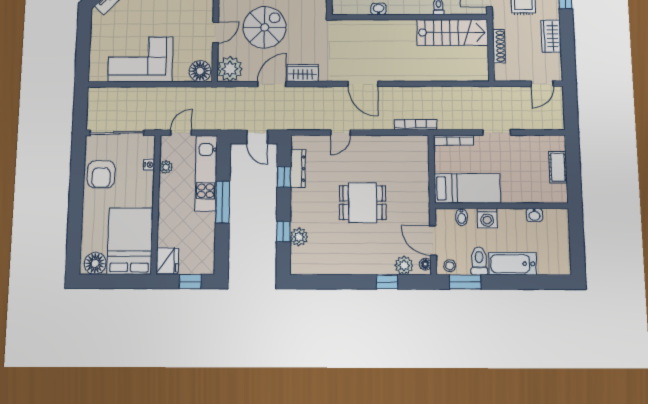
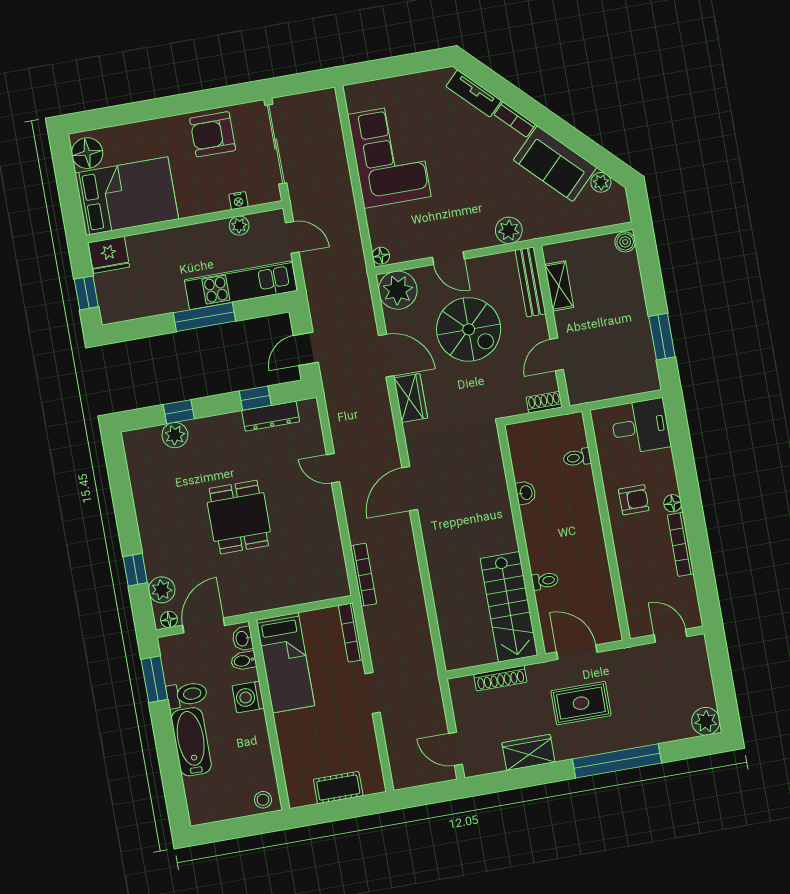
floor lamp: (200, 71) -> (381, 256), width x0.53, depth x0.53
washbasin: (534, 215) -> (243, 639), moved
stool: (450, 266) -> (263, 800), moved

